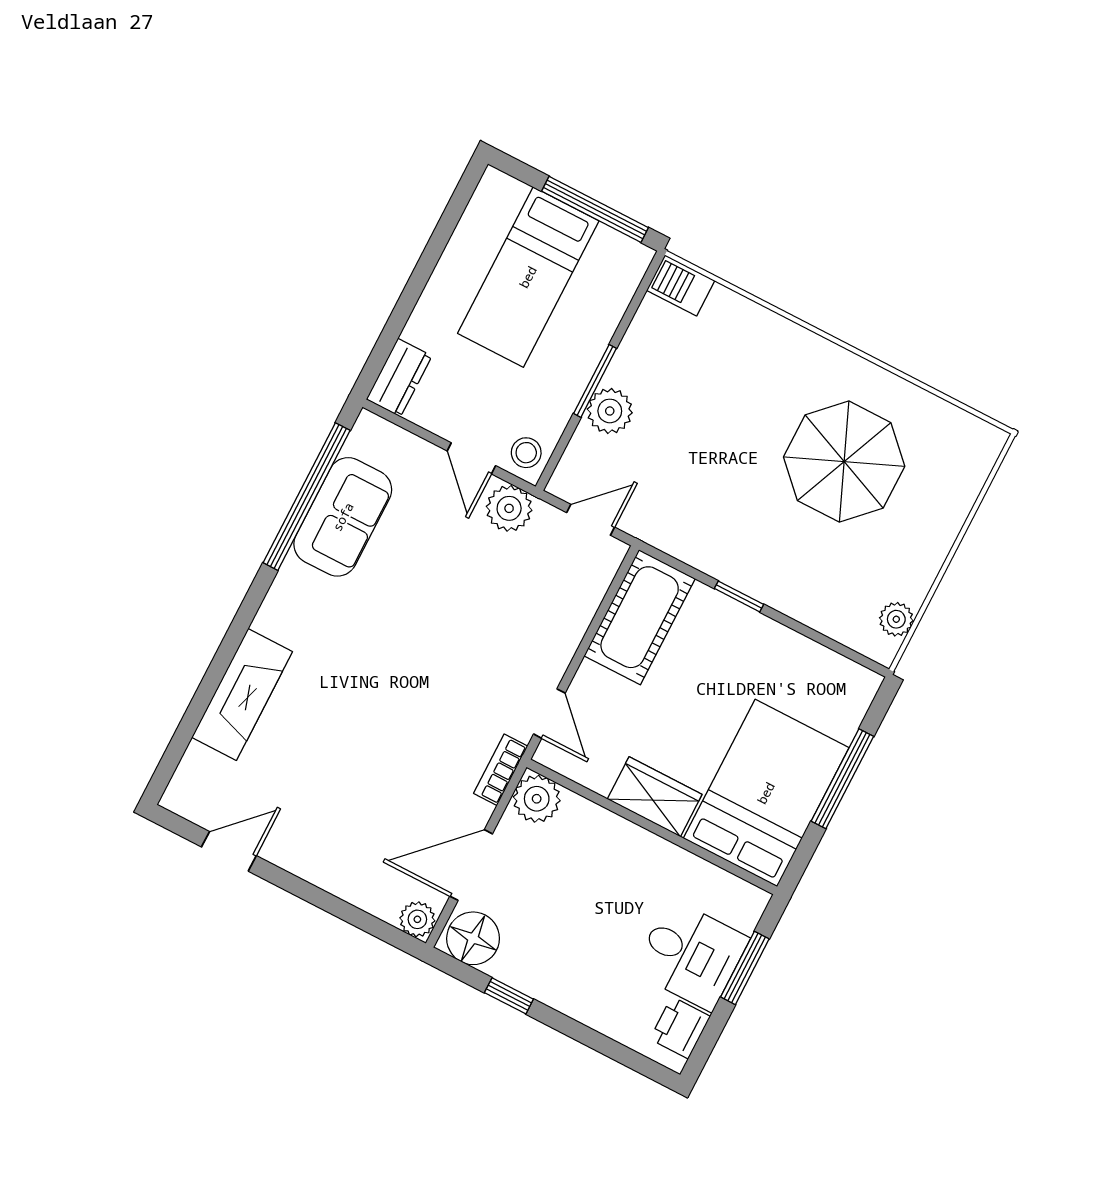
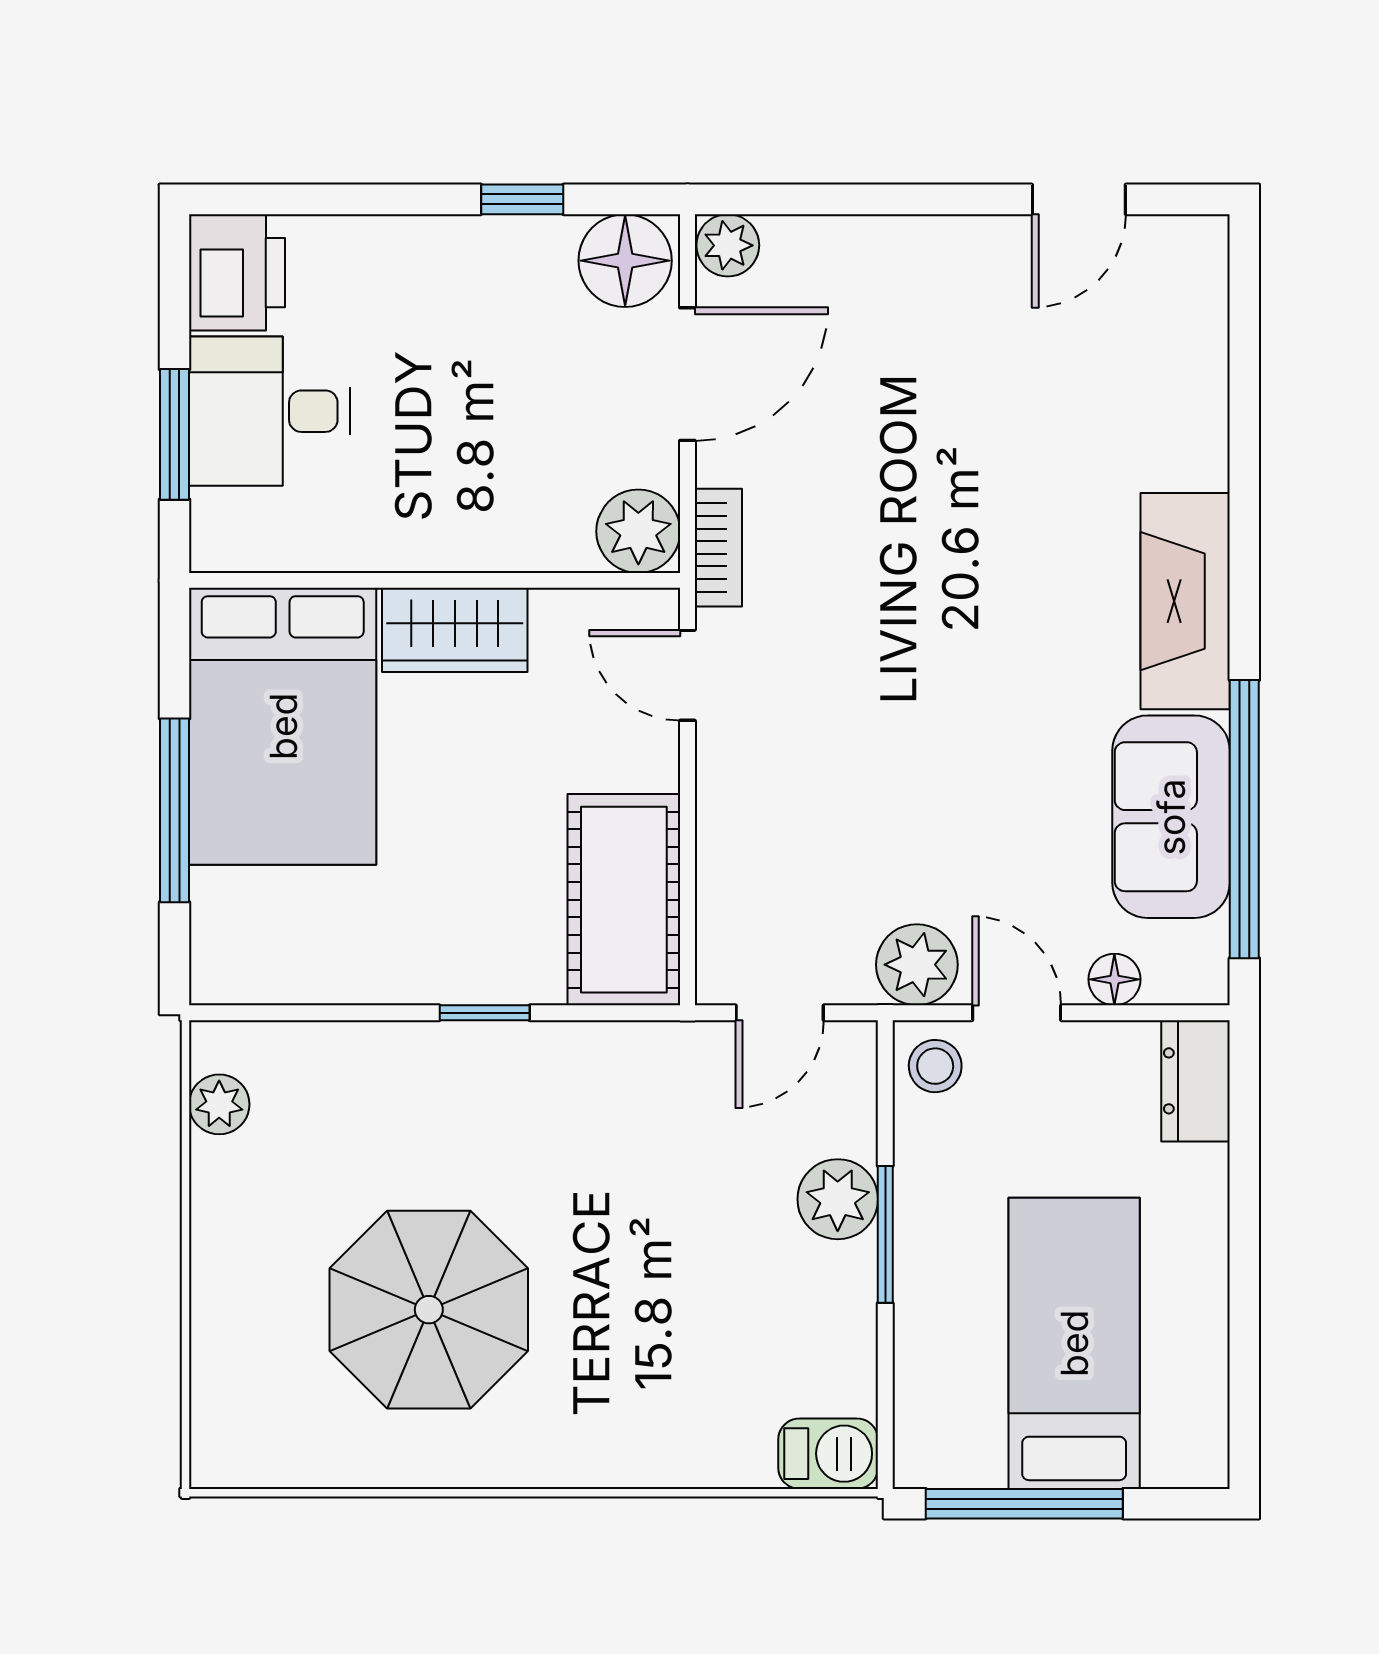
floor lamp: (414, 450) -> (1114, 979), added
fireplace: (242, 695) -> (1185, 601), moved
printer: (680, 1028) -> (237, 273), width x1.36, depth x1.24

